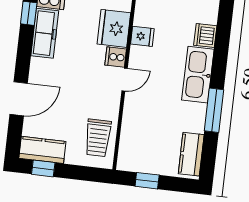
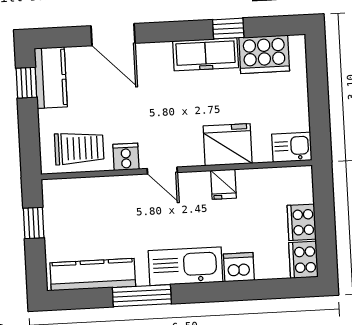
cooker: (116, 57) -> (126, 157), moved
trolley: (98, 138) -> (79, 148), turned 180
kitchen counter: (191, 154) -> (93, 275), width x1.50

